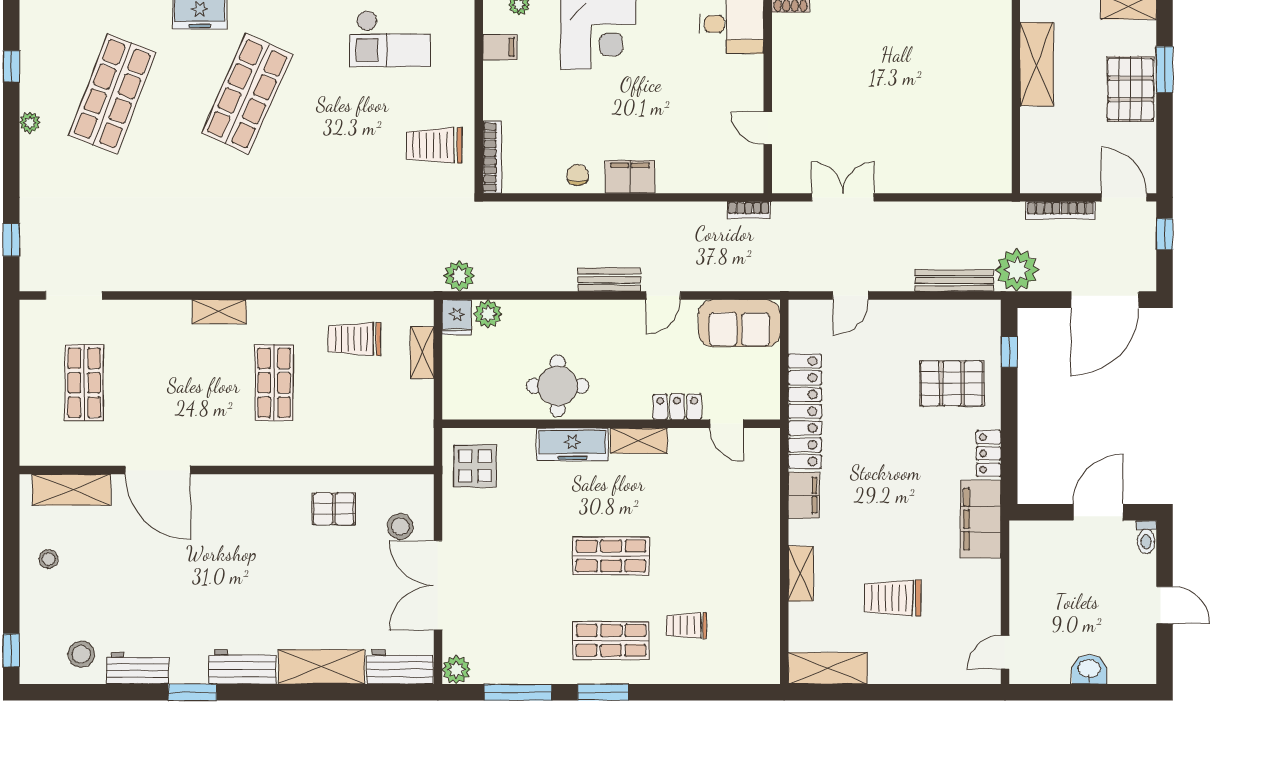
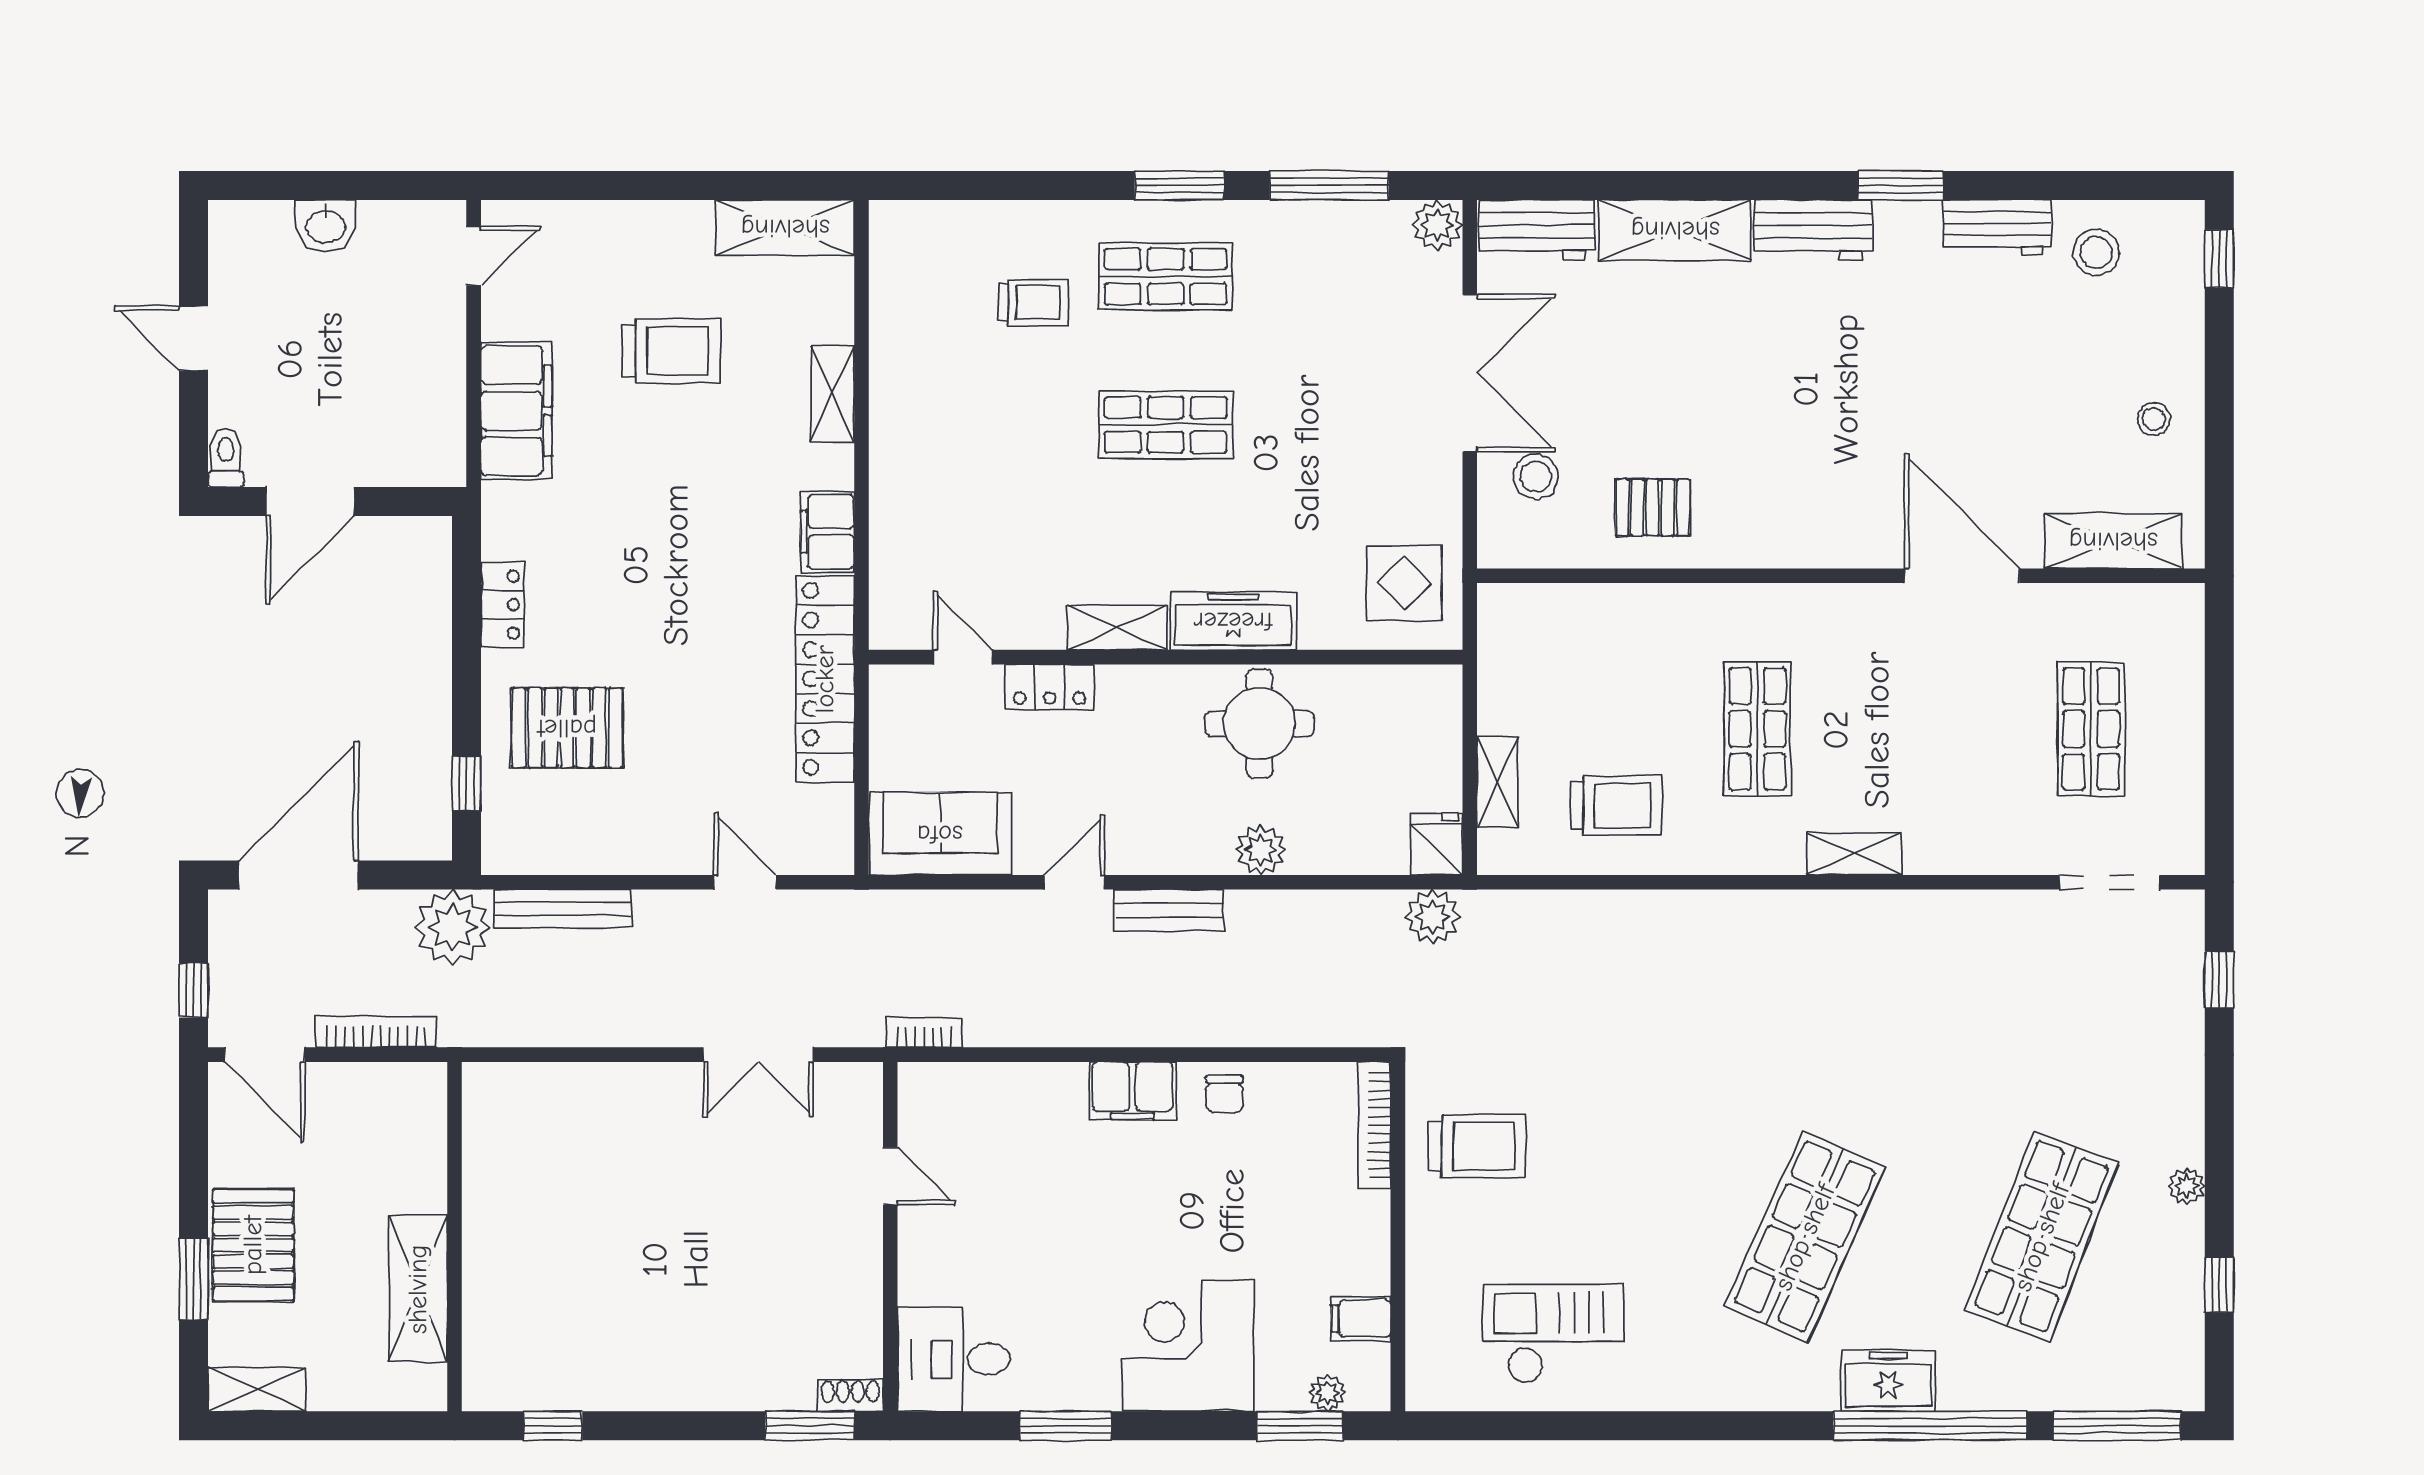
door: (851, 296) -> (745, 882), hinge flipped
plant: (488, 314) -> (1261, 850), moved
filing cabinet: (981, 519) -> (516, 411), moved

